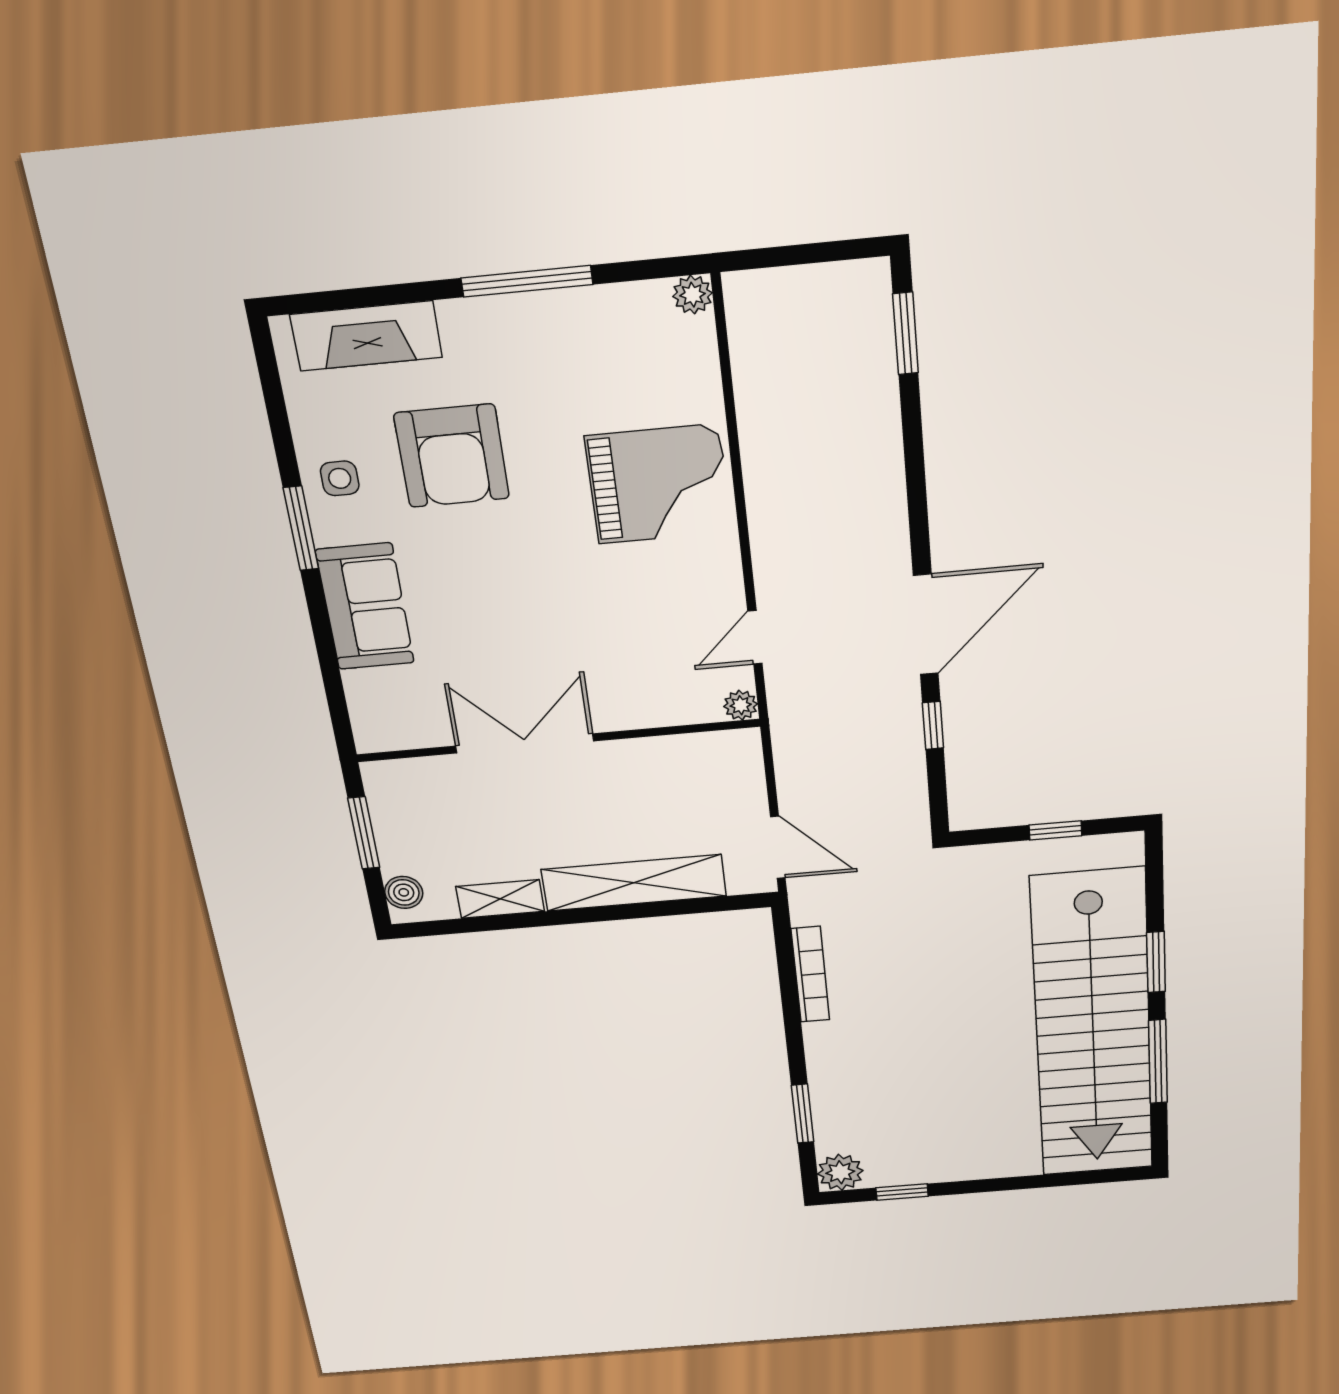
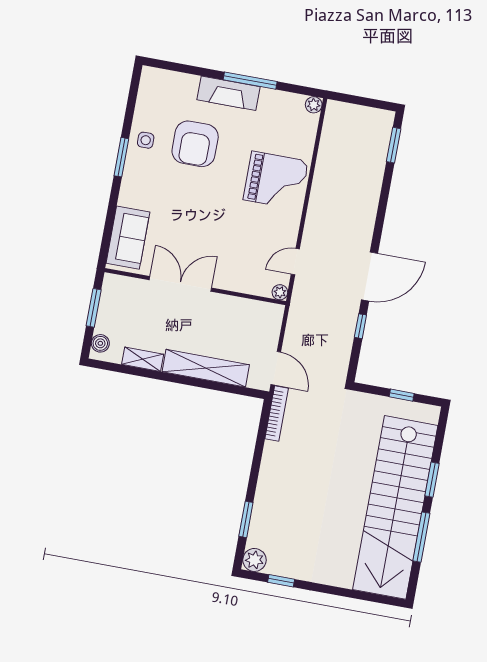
fireplace: (366, 336) -> (229, 93), moved
sofa: (365, 607) -> (128, 238), moved
bookcase: (810, 974) -> (277, 414), moved

